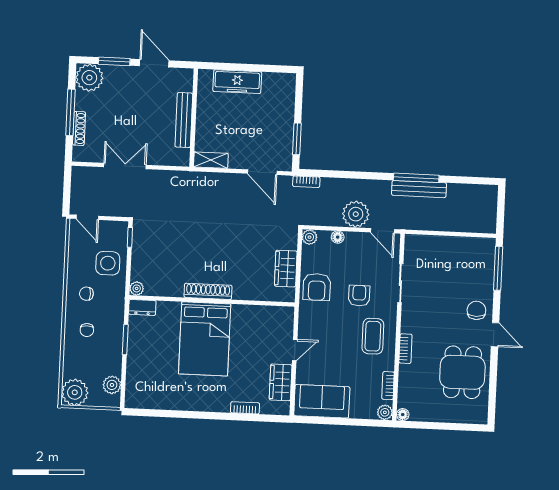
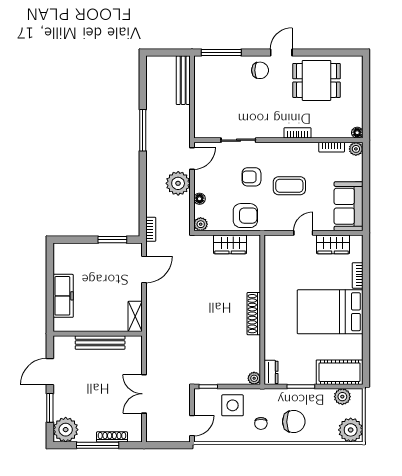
bench: (419, 189) -> (183, 80), moved
chair: (476, 310) -> (260, 70), turned 180
chair: (87, 330) -> (294, 422), width x1.87, depth x1.87
coffee table: (373, 336) -> (289, 186), moved
bed: (205, 339) -> (330, 312), moved, turned 180
door: (295, 350) -> (303, 233), hinge flipped
cot: (139, 383) -> (340, 372), added

